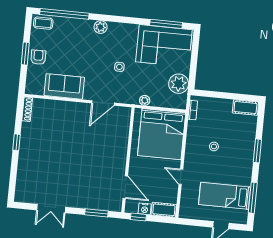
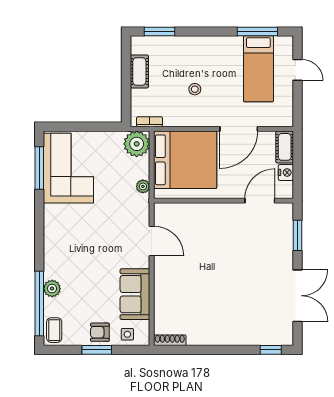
plant: (101, 27) -> (52, 289), moved
side table: (119, 67) -> (127, 334), moved
plant: (179, 84) -> (137, 144), moved
cot: (245, 108) -> (139, 71), moved
window: (17, 142) -> (271, 350), moved
window: (257, 151) -> (160, 31), moved
door: (181, 177) -> (239, 129), width x1.87
double door: (51, 209) -> (298, 296), width x1.37
window: (138, 217) -> (298, 180), removed

